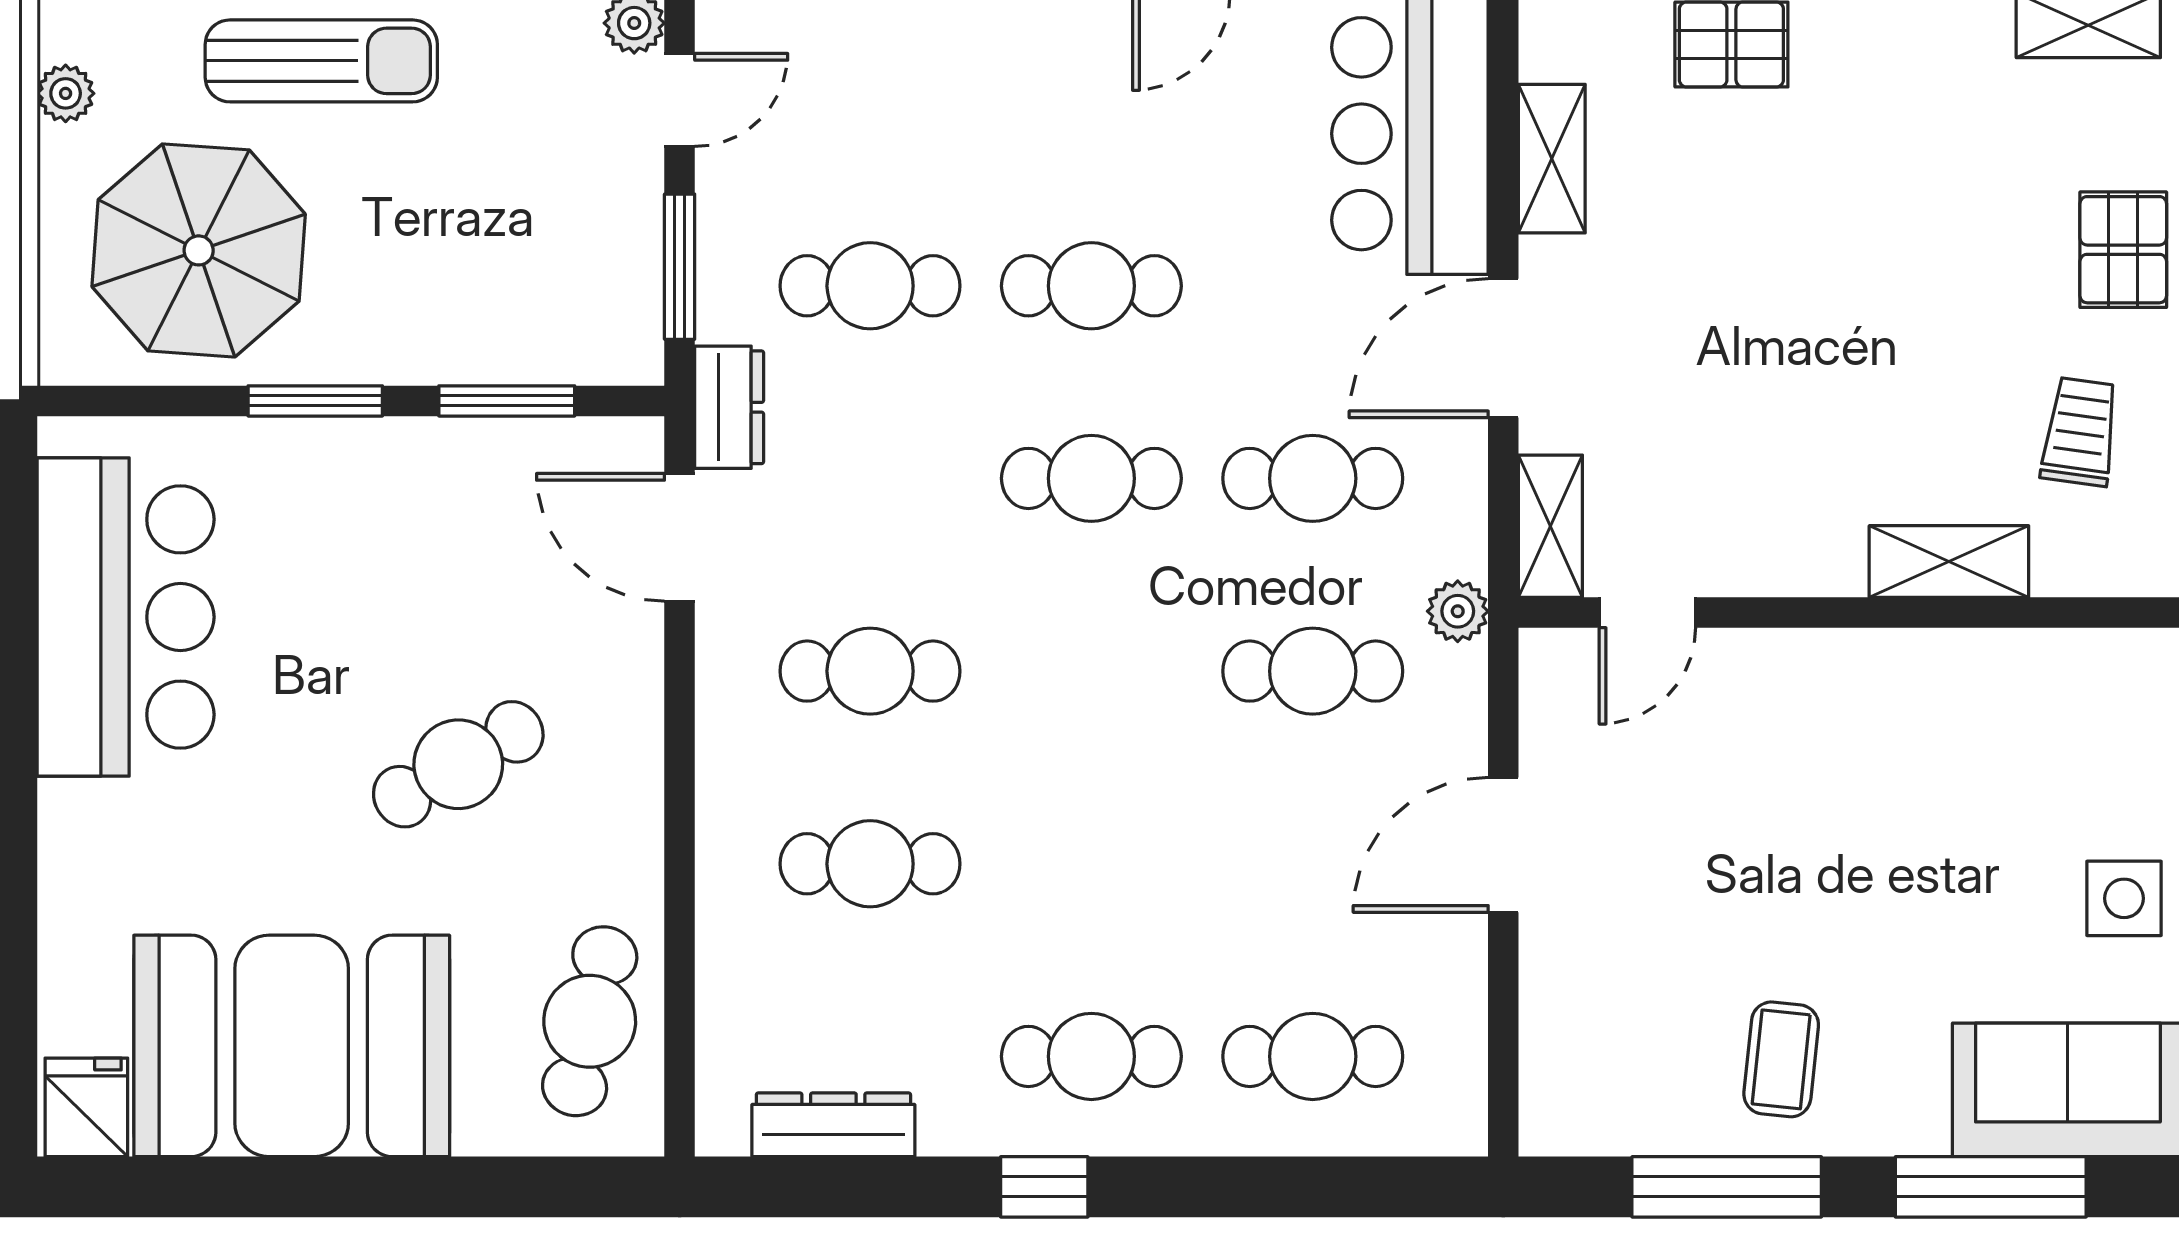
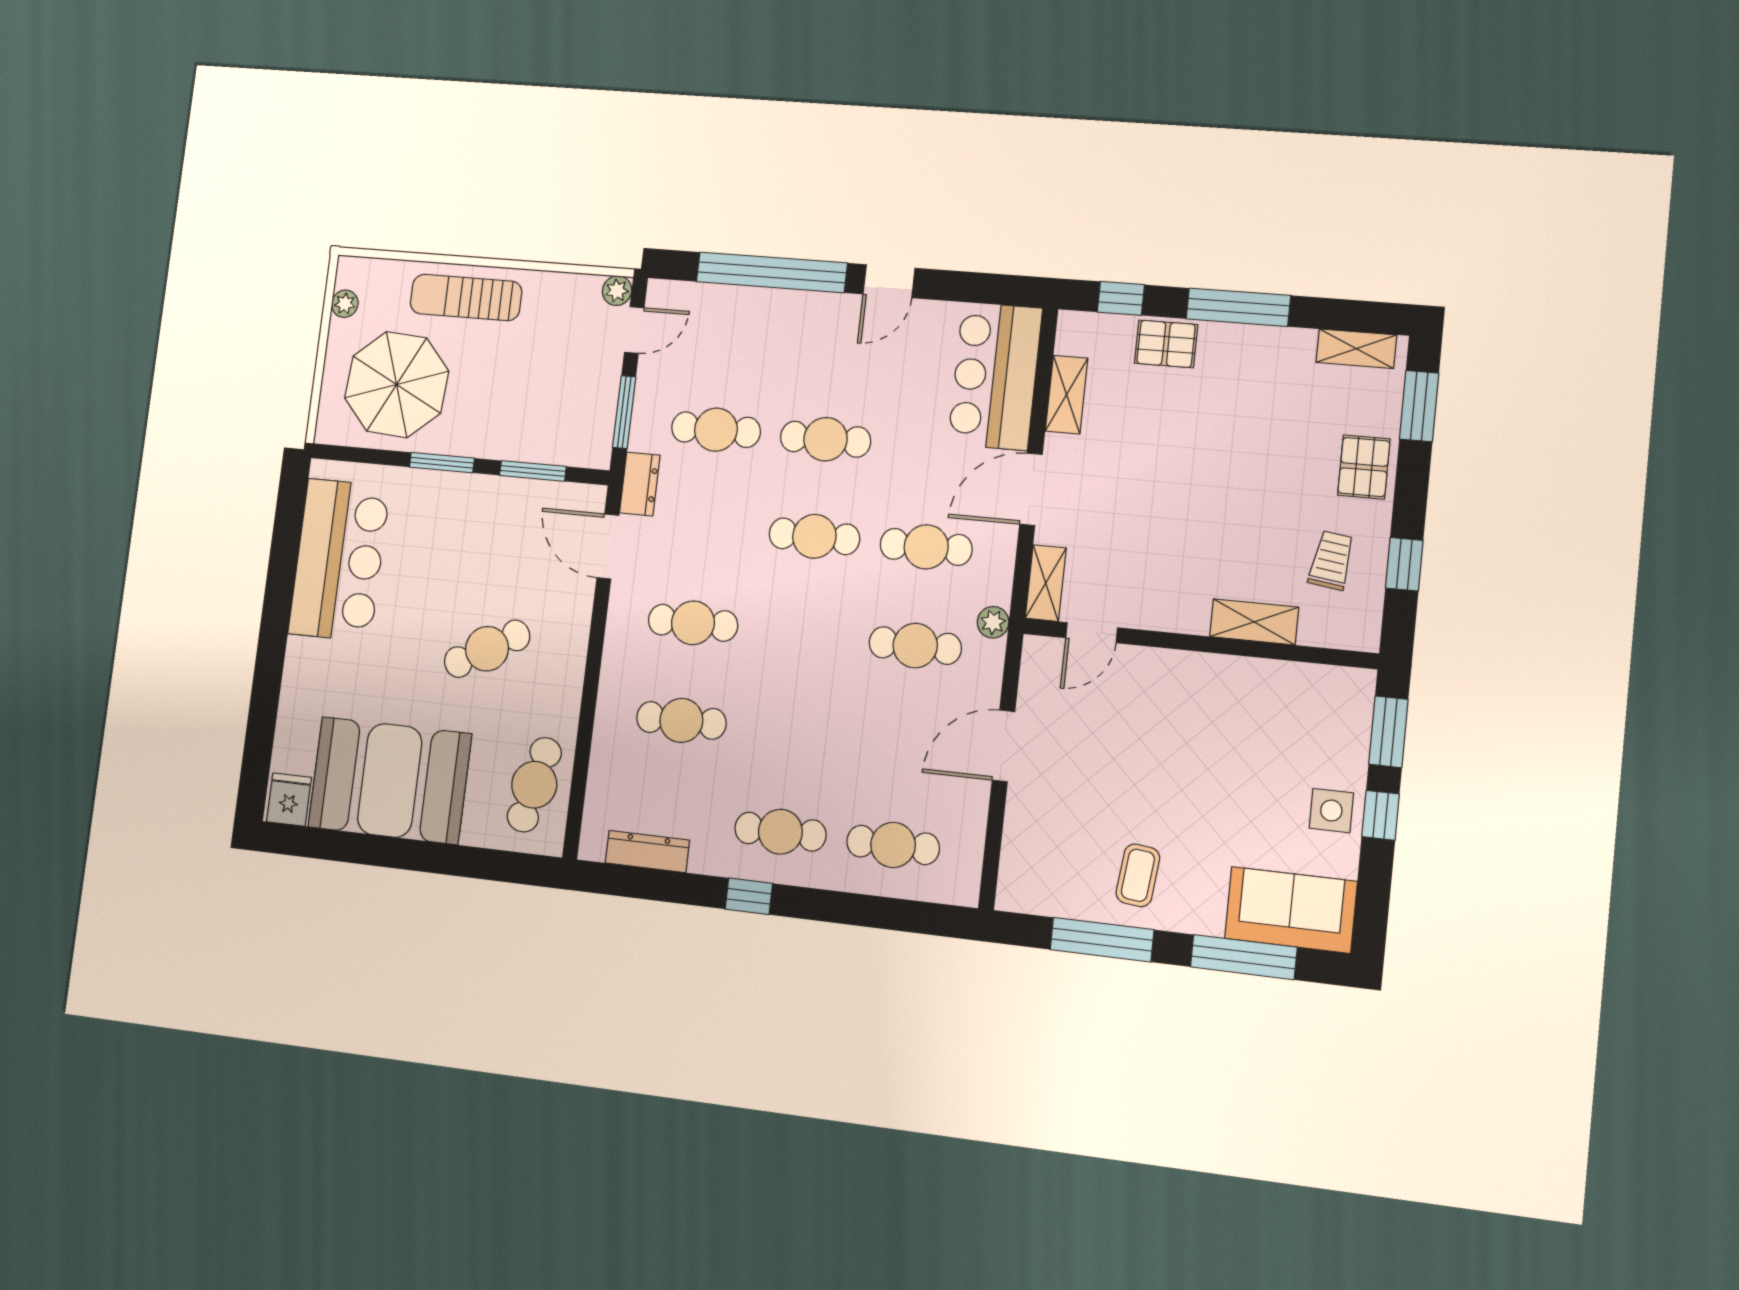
sun lounger: (321, 61) -> (466, 297), turned 180

